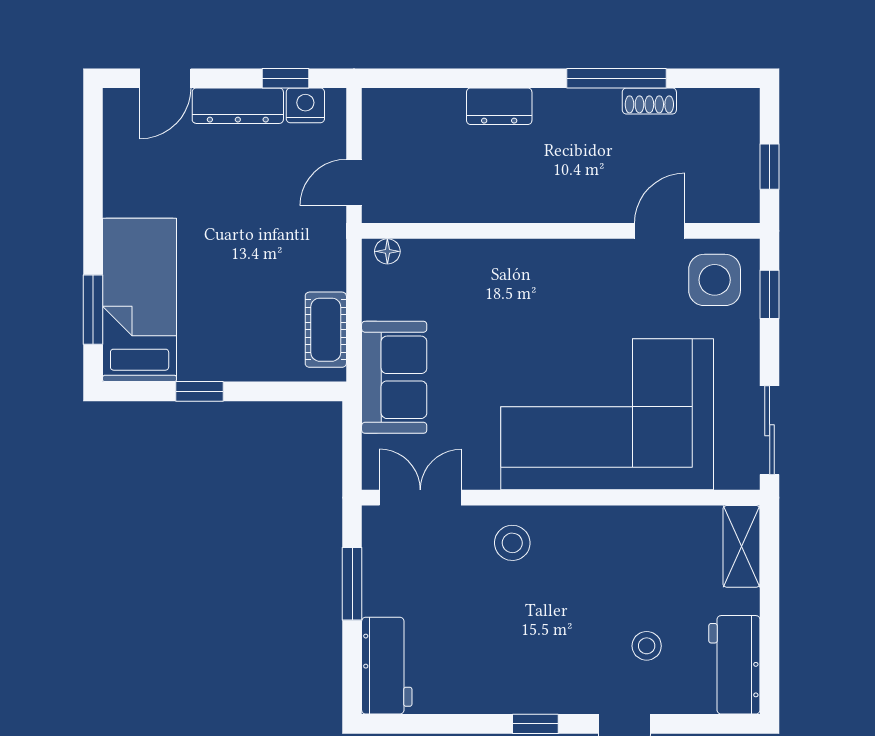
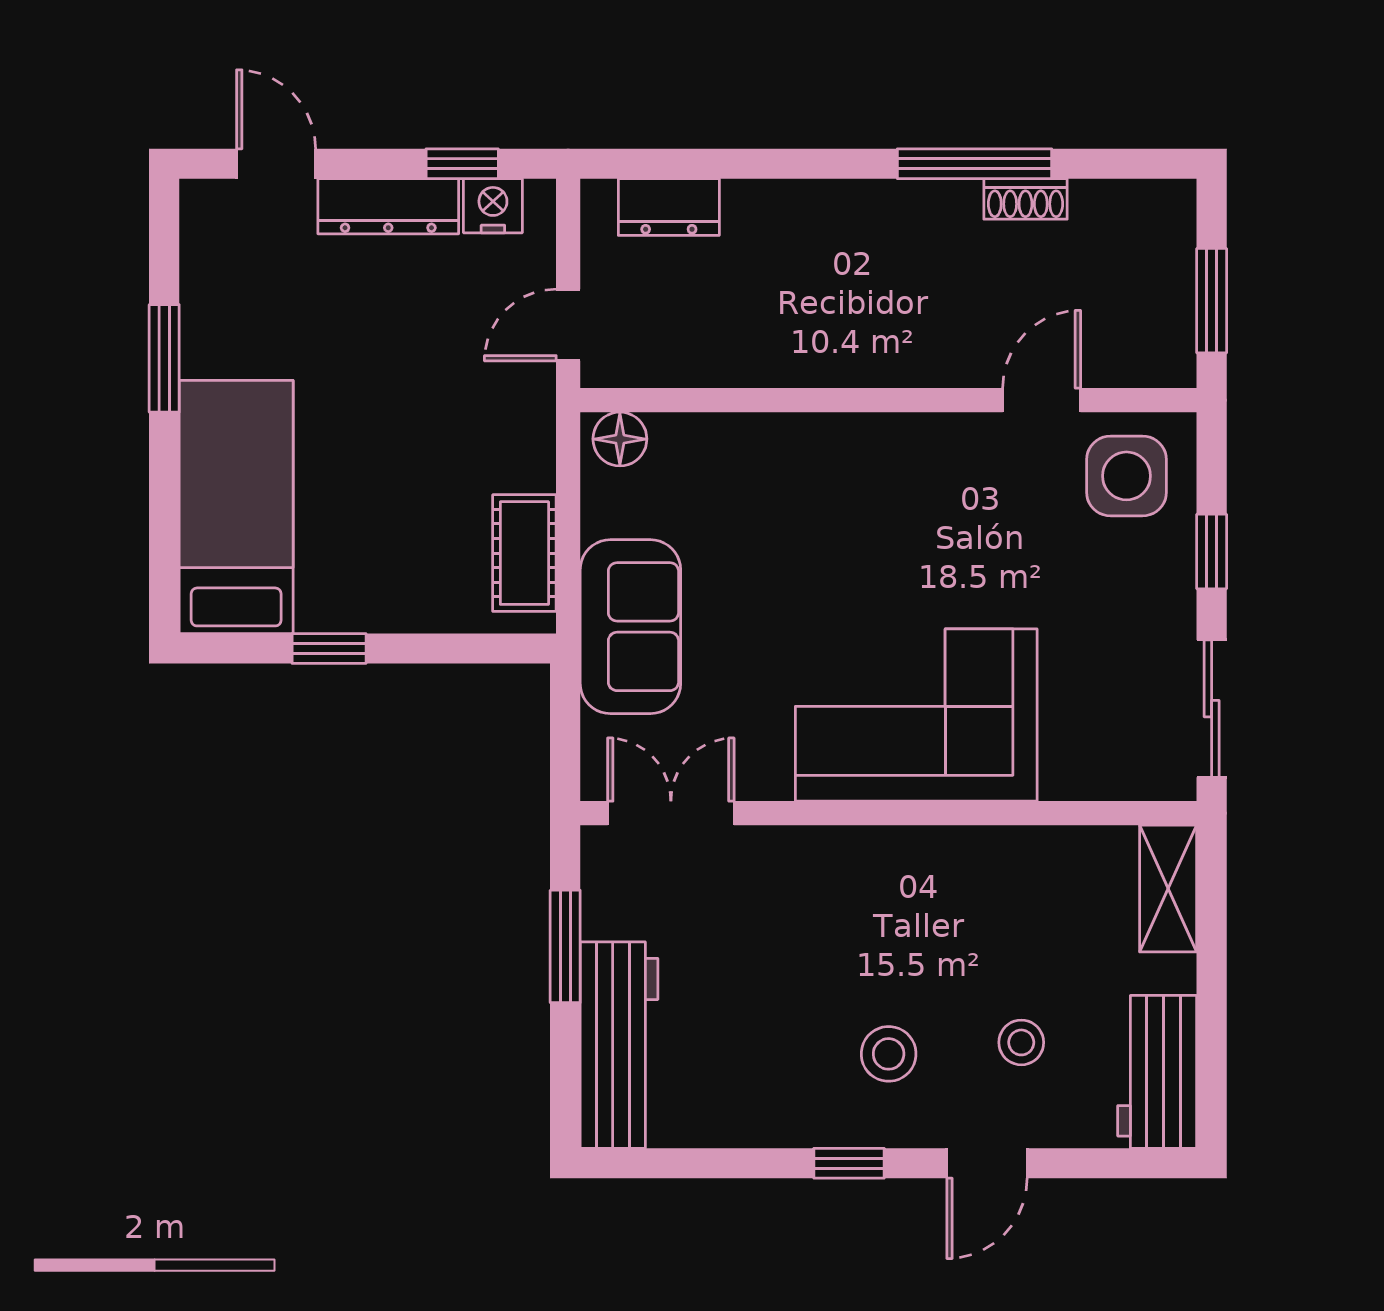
door: (165, 78) -> (276, 164), swing flipped
dresser: (499, 106) -> (669, 207), moved
window: (770, 167) -> (1212, 301), width x1.50
floor lamp: (387, 251) -> (620, 439), width x1.37, depth x1.37
window: (770, 294) -> (1212, 552), moved
window: (93, 310) -> (164, 358), moved
corner sofa: (607, 414) -> (916, 715), width x0.73, depth x0.74
stool: (512, 543) -> (889, 1054), moved
workbench: (387, 666) -> (619, 1045), width x1.38

